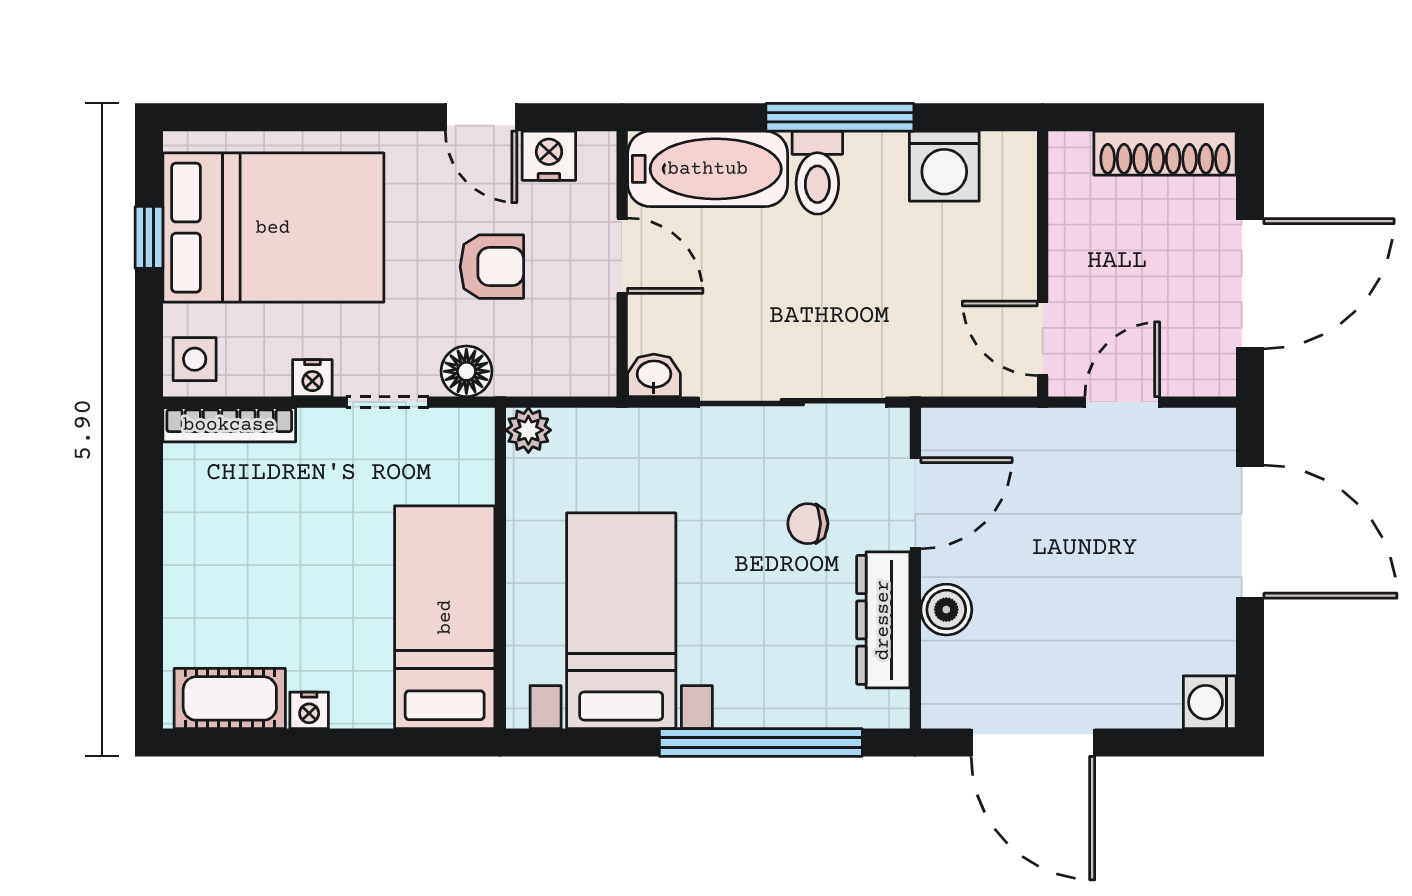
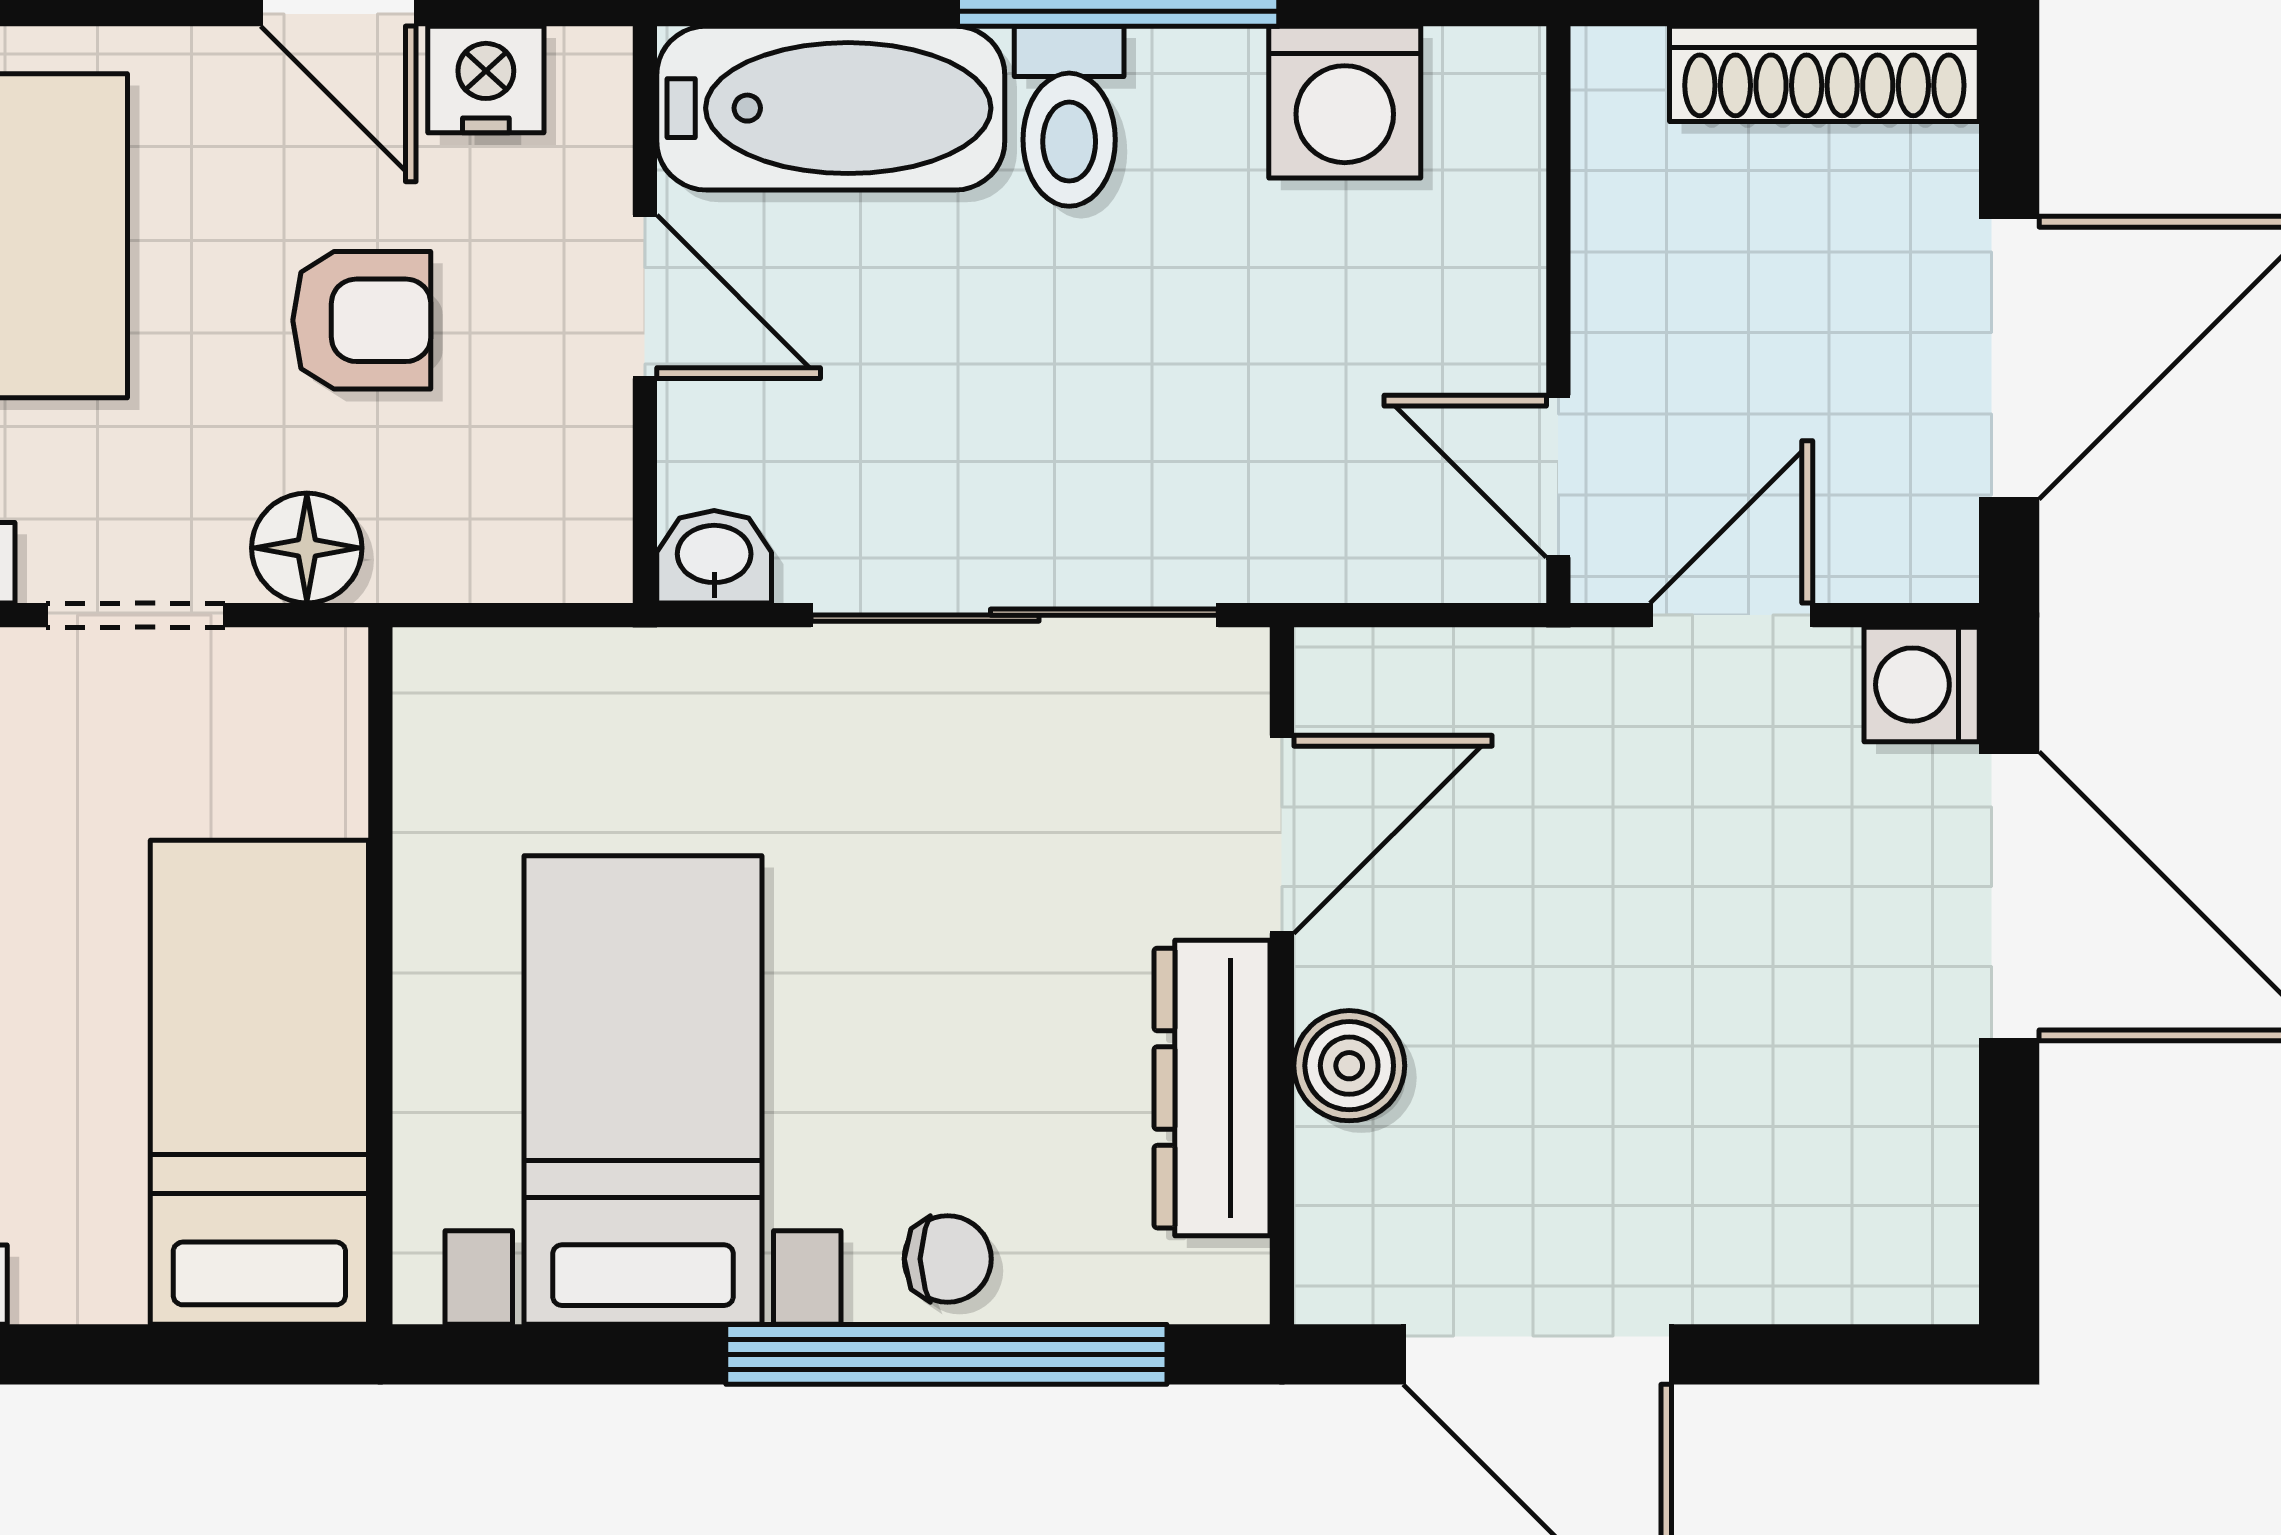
plant: (528, 430) -> (441, 676), removed
chair: (808, 524) -> (948, 1259), moved, turned 180
washing machine: (1210, 702) -> (1922, 685), moved

